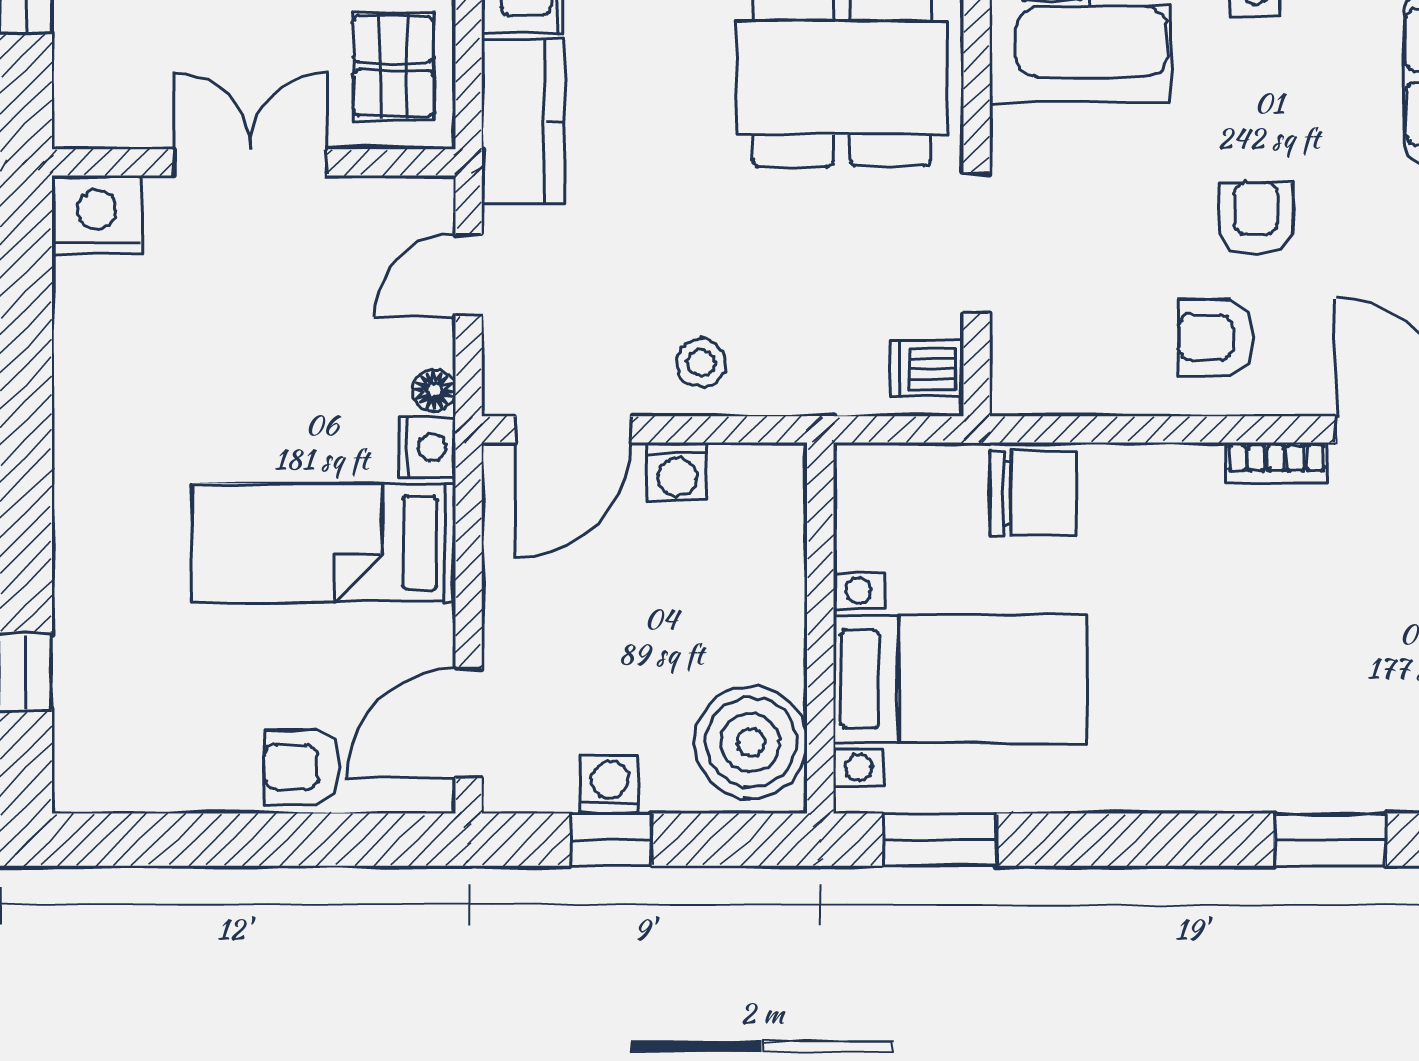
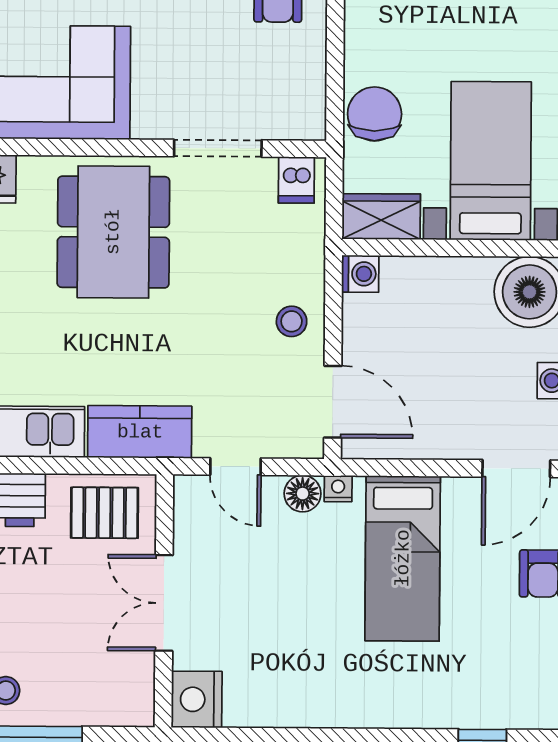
floor lamp: (434, 390) -> (303, 494), width x1.37, depth x1.37
nightstand: (427, 447) -> (338, 489), width x0.72, depth x0.74
washing machine: (677, 472) -> (360, 274), moved
wardrobe: (869, 505) -> (381, 216), added
door: (469, 723) -> (516, 469), hinge flipped

